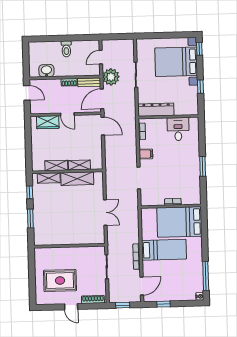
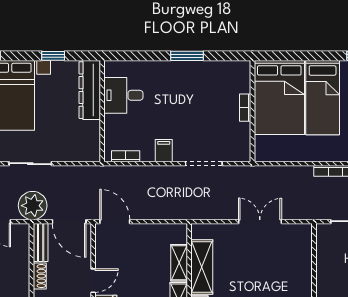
dresser: (156, 110) -> (90, 90), moved
door: (103, 126) -> (115, 222), hinge flipped
bed: (164, 250) -> (323, 98), moved, turned 180

